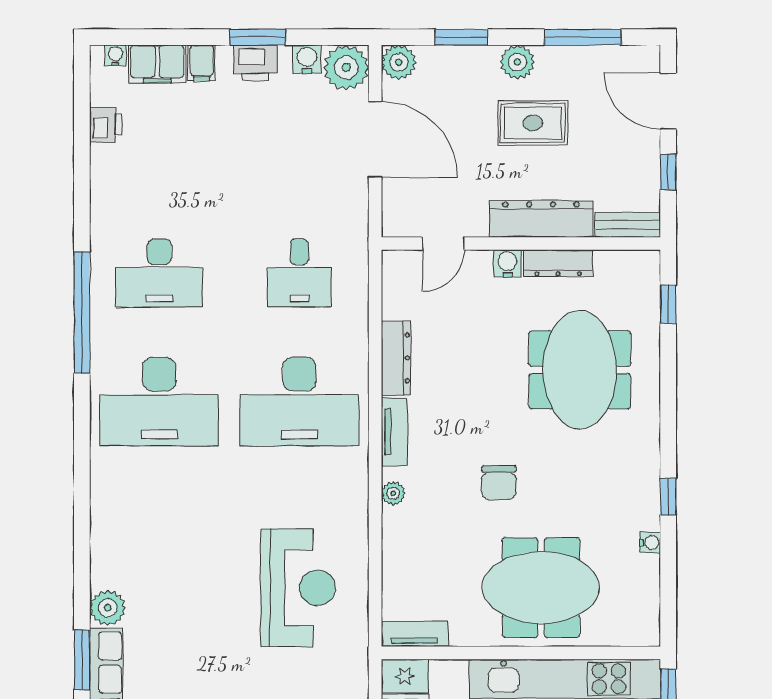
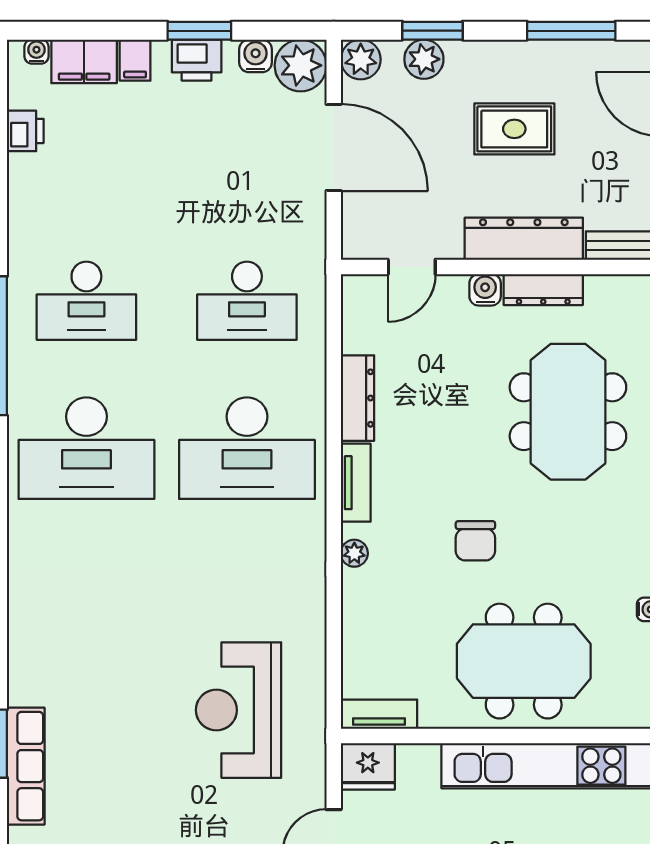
plant: (517, 62) -> (424, 59), moved
desk: (299, 273) -> (247, 301), width x1.37
reception desk: (298, 588) -> (239, 710), moved, turned 180
plant: (108, 608) -> (27, 684), removed

